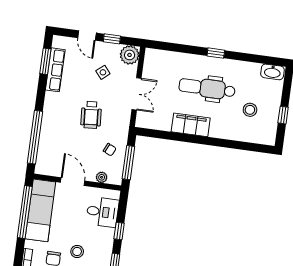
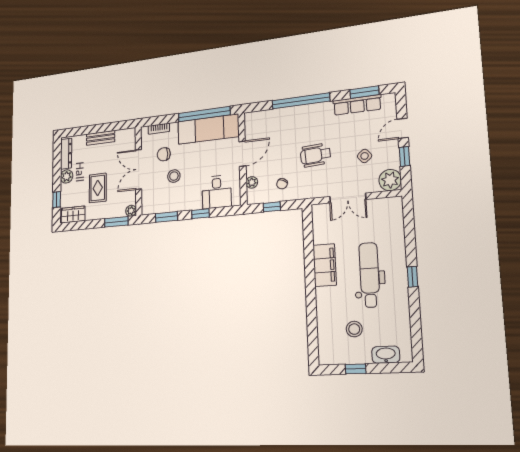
washbasin: (272, 72) -> (386, 355), moved, turned 90
window: (35, 137) -> (301, 101), moved
window: (128, 163) -> (272, 207), width x0.46

